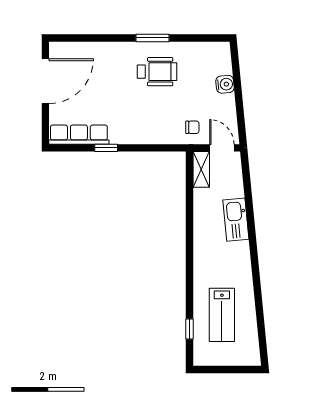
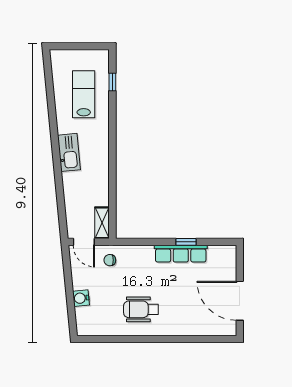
window: (153, 38) -> (145, 339), removed
door: (45, 81) -> (240, 301), hinge flipped
row of seats: (79, 135) -> (181, 254), moved
kitchen sink: (236, 220) -> (69, 152), moved

